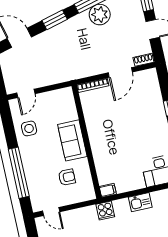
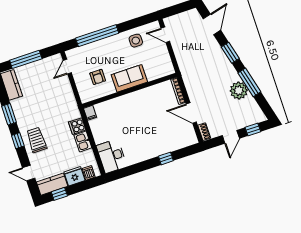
cooker: (105, 211) -> (77, 126), moved

